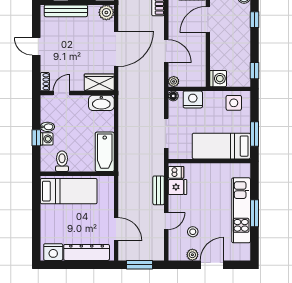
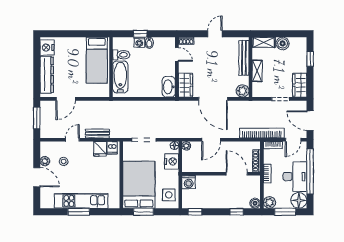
bed: (221, 146) -> (139, 185), width x1.50
bathtub: (105, 152) -> (120, 77), moved, turned 90
door: (166, 221) -> (72, 140), swing flipped

